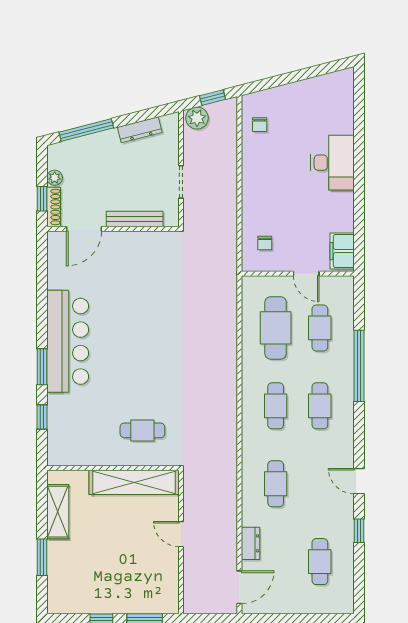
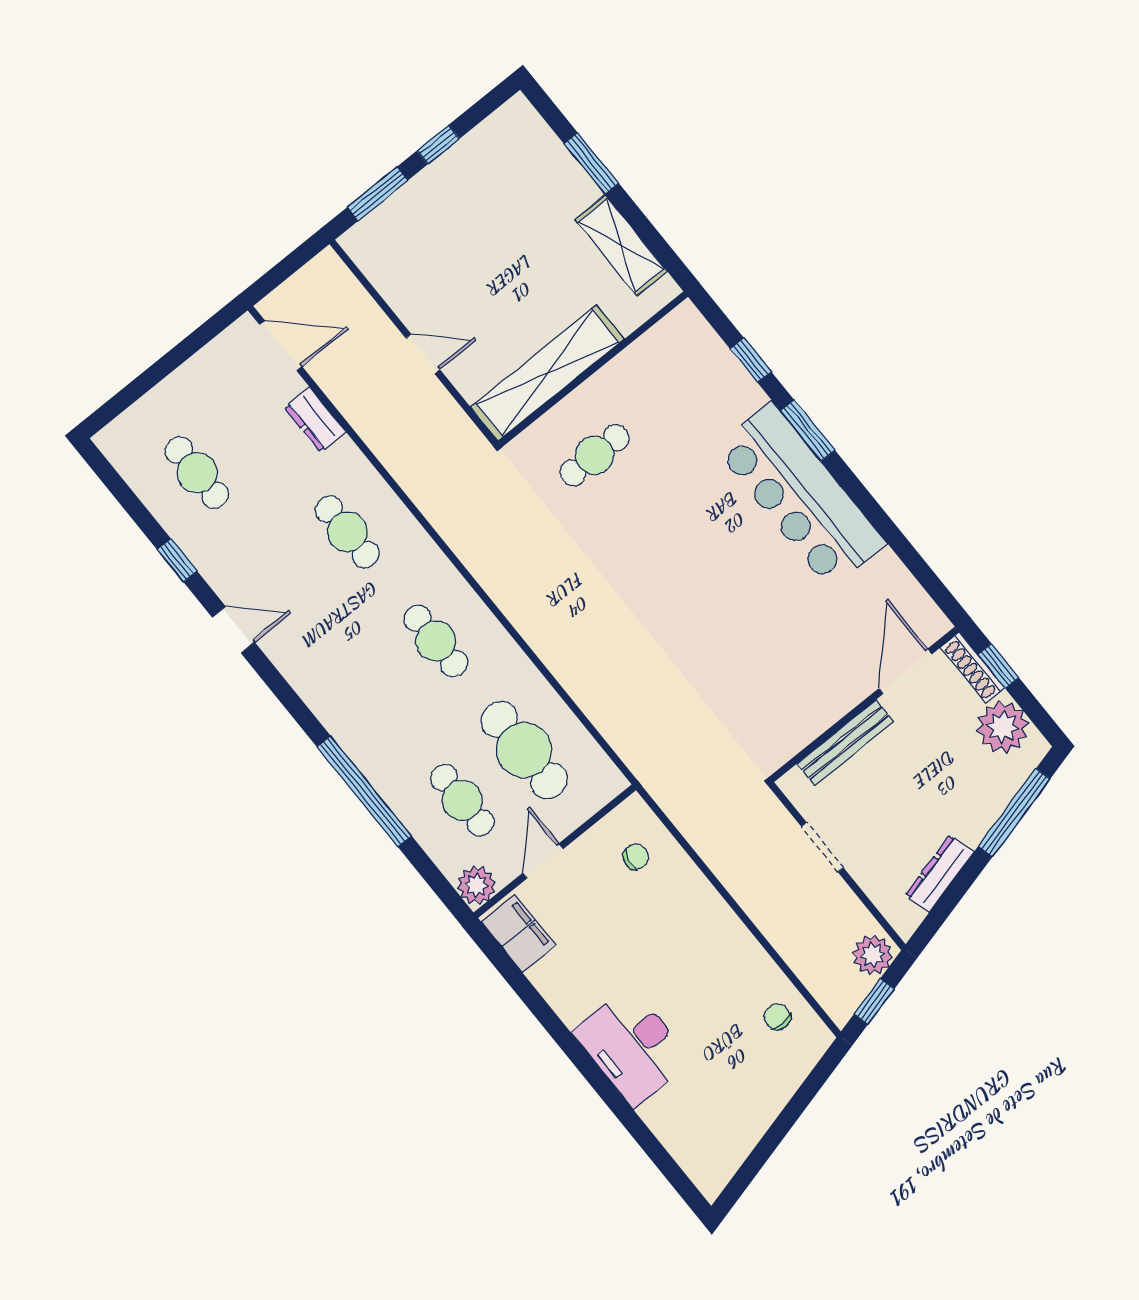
plant: (55, 178) -> (1003, 727), width x1.88, depth x1.88
chair: (265, 243) -> (636, 857), turned 101
door: (306, 274) -> (543, 861), hinge flipped
plant: (343, 286) -> (476, 885), added
cafe table: (320, 406) -> (374, 691), removed
door: (239, 587) -> (281, 346), swing flipped

